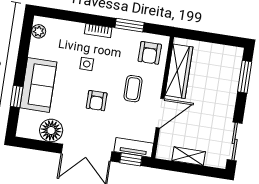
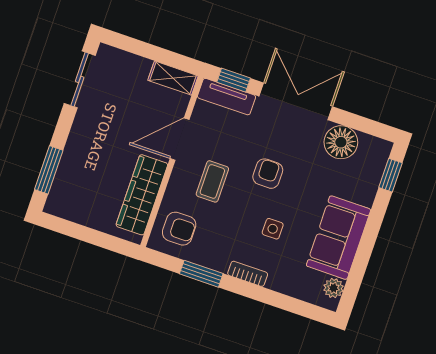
armchair: (150, 53) -> (179, 229), turned 90
sofa: (38, 85) -> (338, 238), moved
window: (17, 97) -> (390, 175), moved
shelving: (189, 156) -> (173, 78), moved

